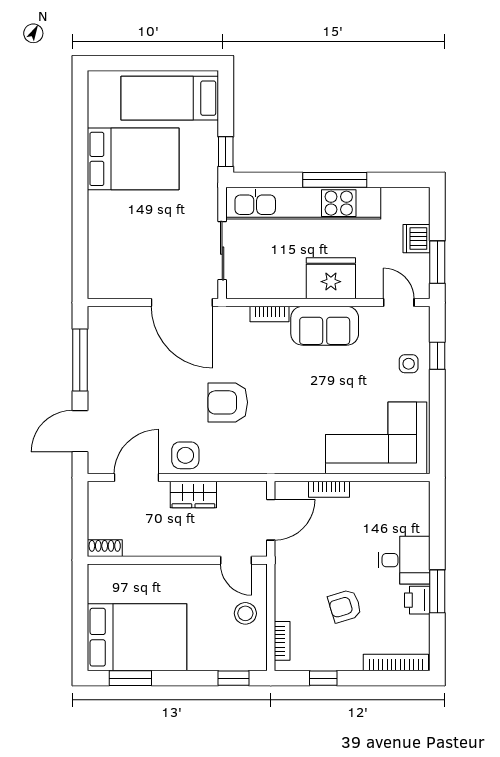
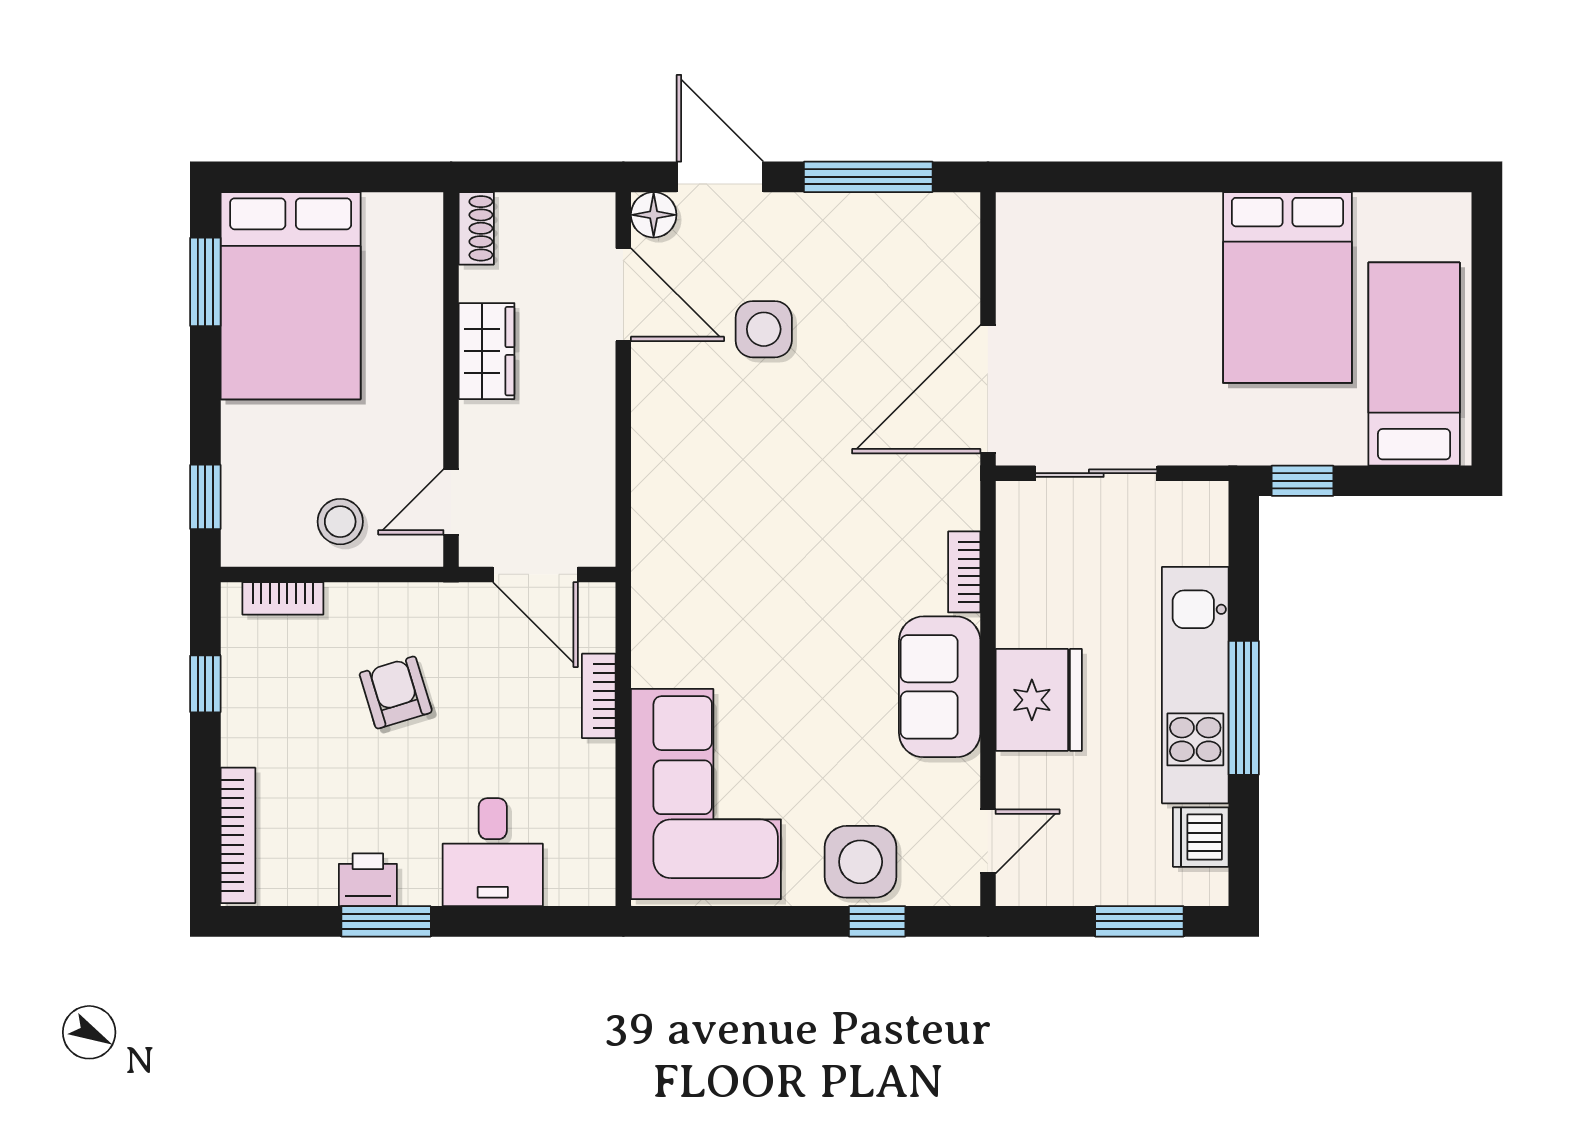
kitchen unit: (303, 203) -> (1195, 685), width x0.73
dishwasher: (417, 239) -> (1201, 837), moved, turned -90
window: (437, 262) -> (1139, 921), moved
side table: (409, 364) -> (861, 862), width x1.87, depth x1.87
armchair: (228, 402) -> (780, 485), removed
side table: (185, 455) -> (764, 329), moved
floor lamp: (98, 463) -> (654, 215), added
wardrobe: (193, 495) -> (487, 351), moved, turned 180
desk: (404, 560) -> (493, 852), moved
armchair: (345, 606) -> (396, 693), moved

